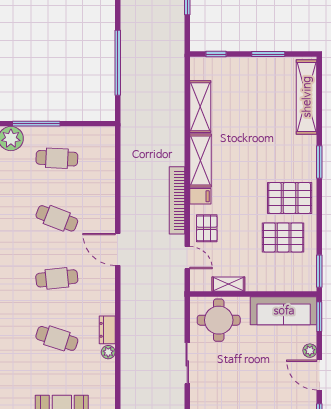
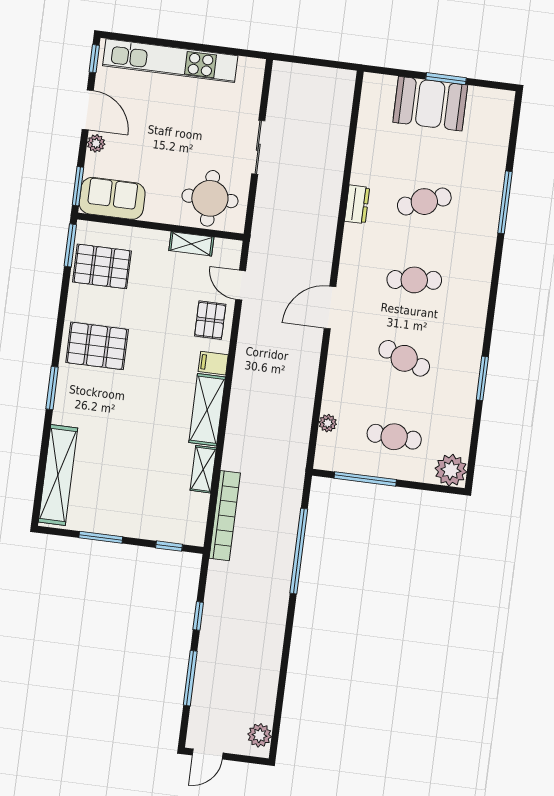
shelving: (200, 107) -> (203, 469), width x0.67, depth x0.75
window: (36, 124) -> (365, 479), moved
bookcase: (177, 200) -> (225, 516), moved
pallet: (283, 237) -> (102, 266), moved
door: (118, 249) -> (330, 307), swing flipped
sofa: (284, 311) -> (112, 198), width x0.73
cafe table: (57, 338) -> (424, 202), turned -39
plant: (108, 352) -> (328, 423), moved

